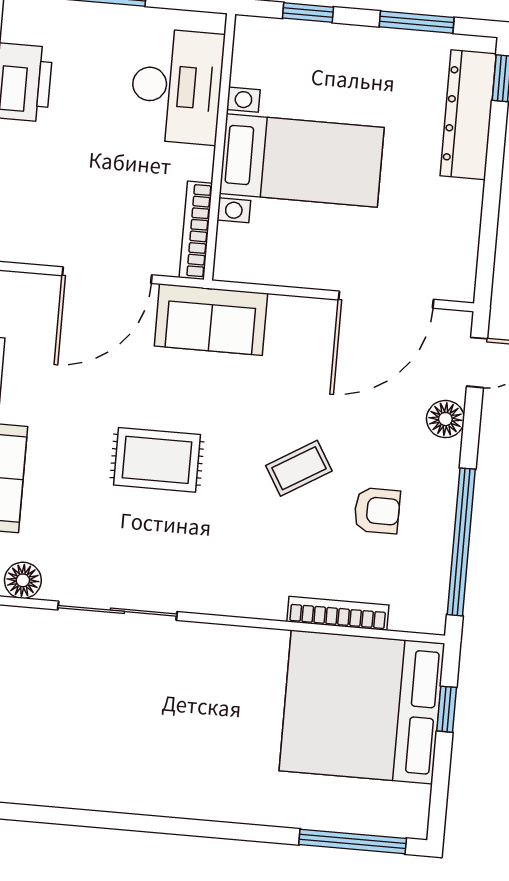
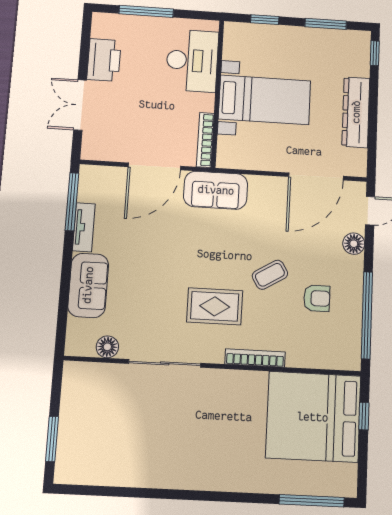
dresser: (468, 115) -> (356, 112), moved
rug: (157, 460) -> (215, 306), moved
bookcase: (338, 613) -> (255, 358), moved

